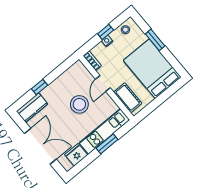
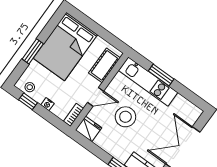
window: (106, 32) -> (28, 101), moved
fridge: (76, 155) -> (89, 129), moved, turned 180

